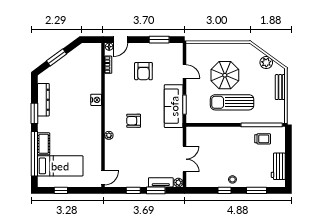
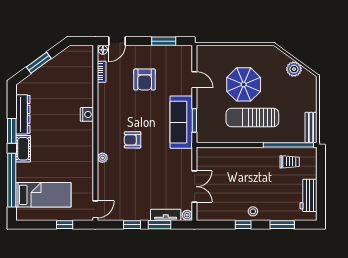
bench: (280, 87) -> (311, 128), moved
cot: (44, 144) -> (23, 149), moved
window: (61, 190) -> (65, 225), moved

